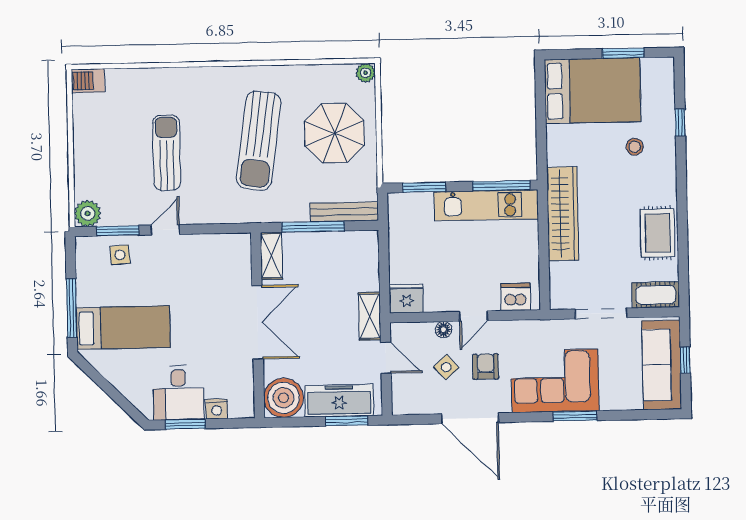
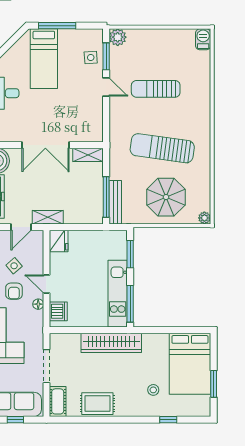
sun lounger: (167, 153) -> (156, 89), turned 180
window: (313, 227) -> (106, 197), moved
floor lamp: (444, 330) -> (38, 304), moved
armchair: (486, 367) -> (14, 291), turned 90

